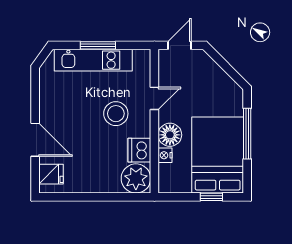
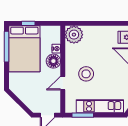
window: (98, 45) -> (83, 115), moved
window: (247, 134) -> (6, 47), moved
dishwasher: (139, 150) -> (72, 52), removed

